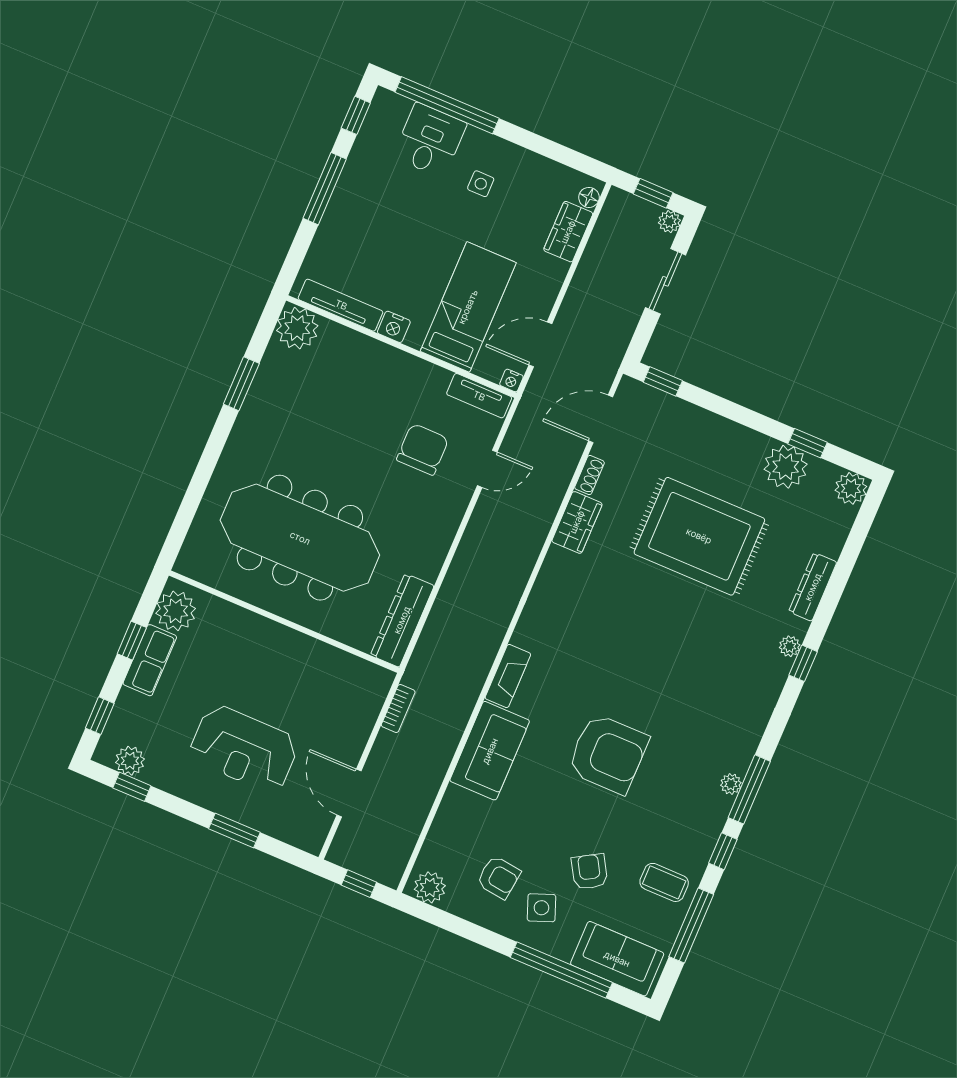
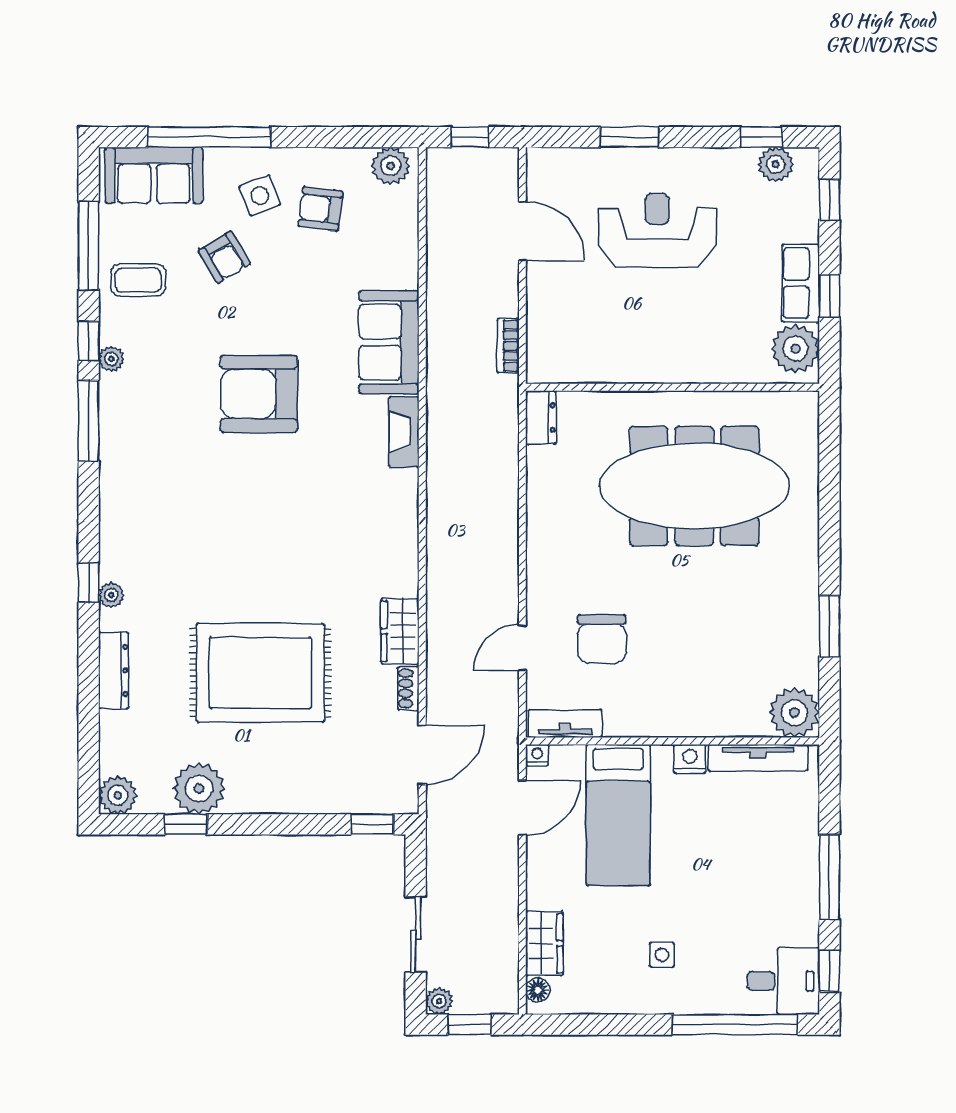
desk: (430, 140) -> (783, 981), moved, turned -90
dresser: (402, 620) -> (541, 418), width x0.51, depth x0.80
plant: (731, 784) -> (111, 359), moved

